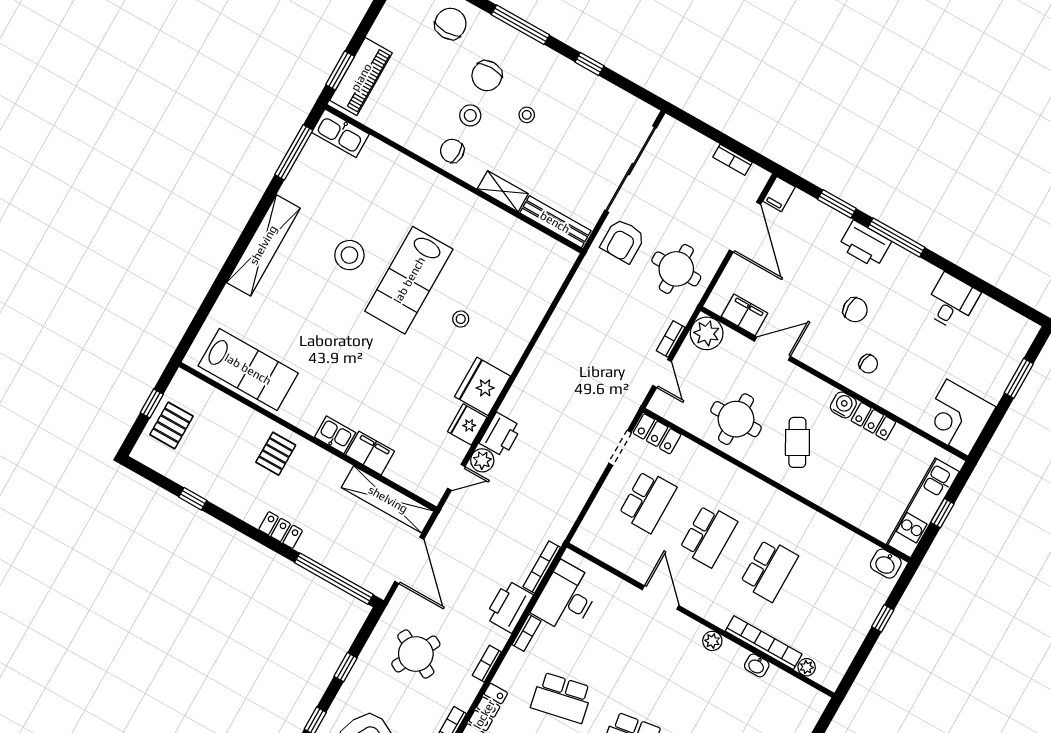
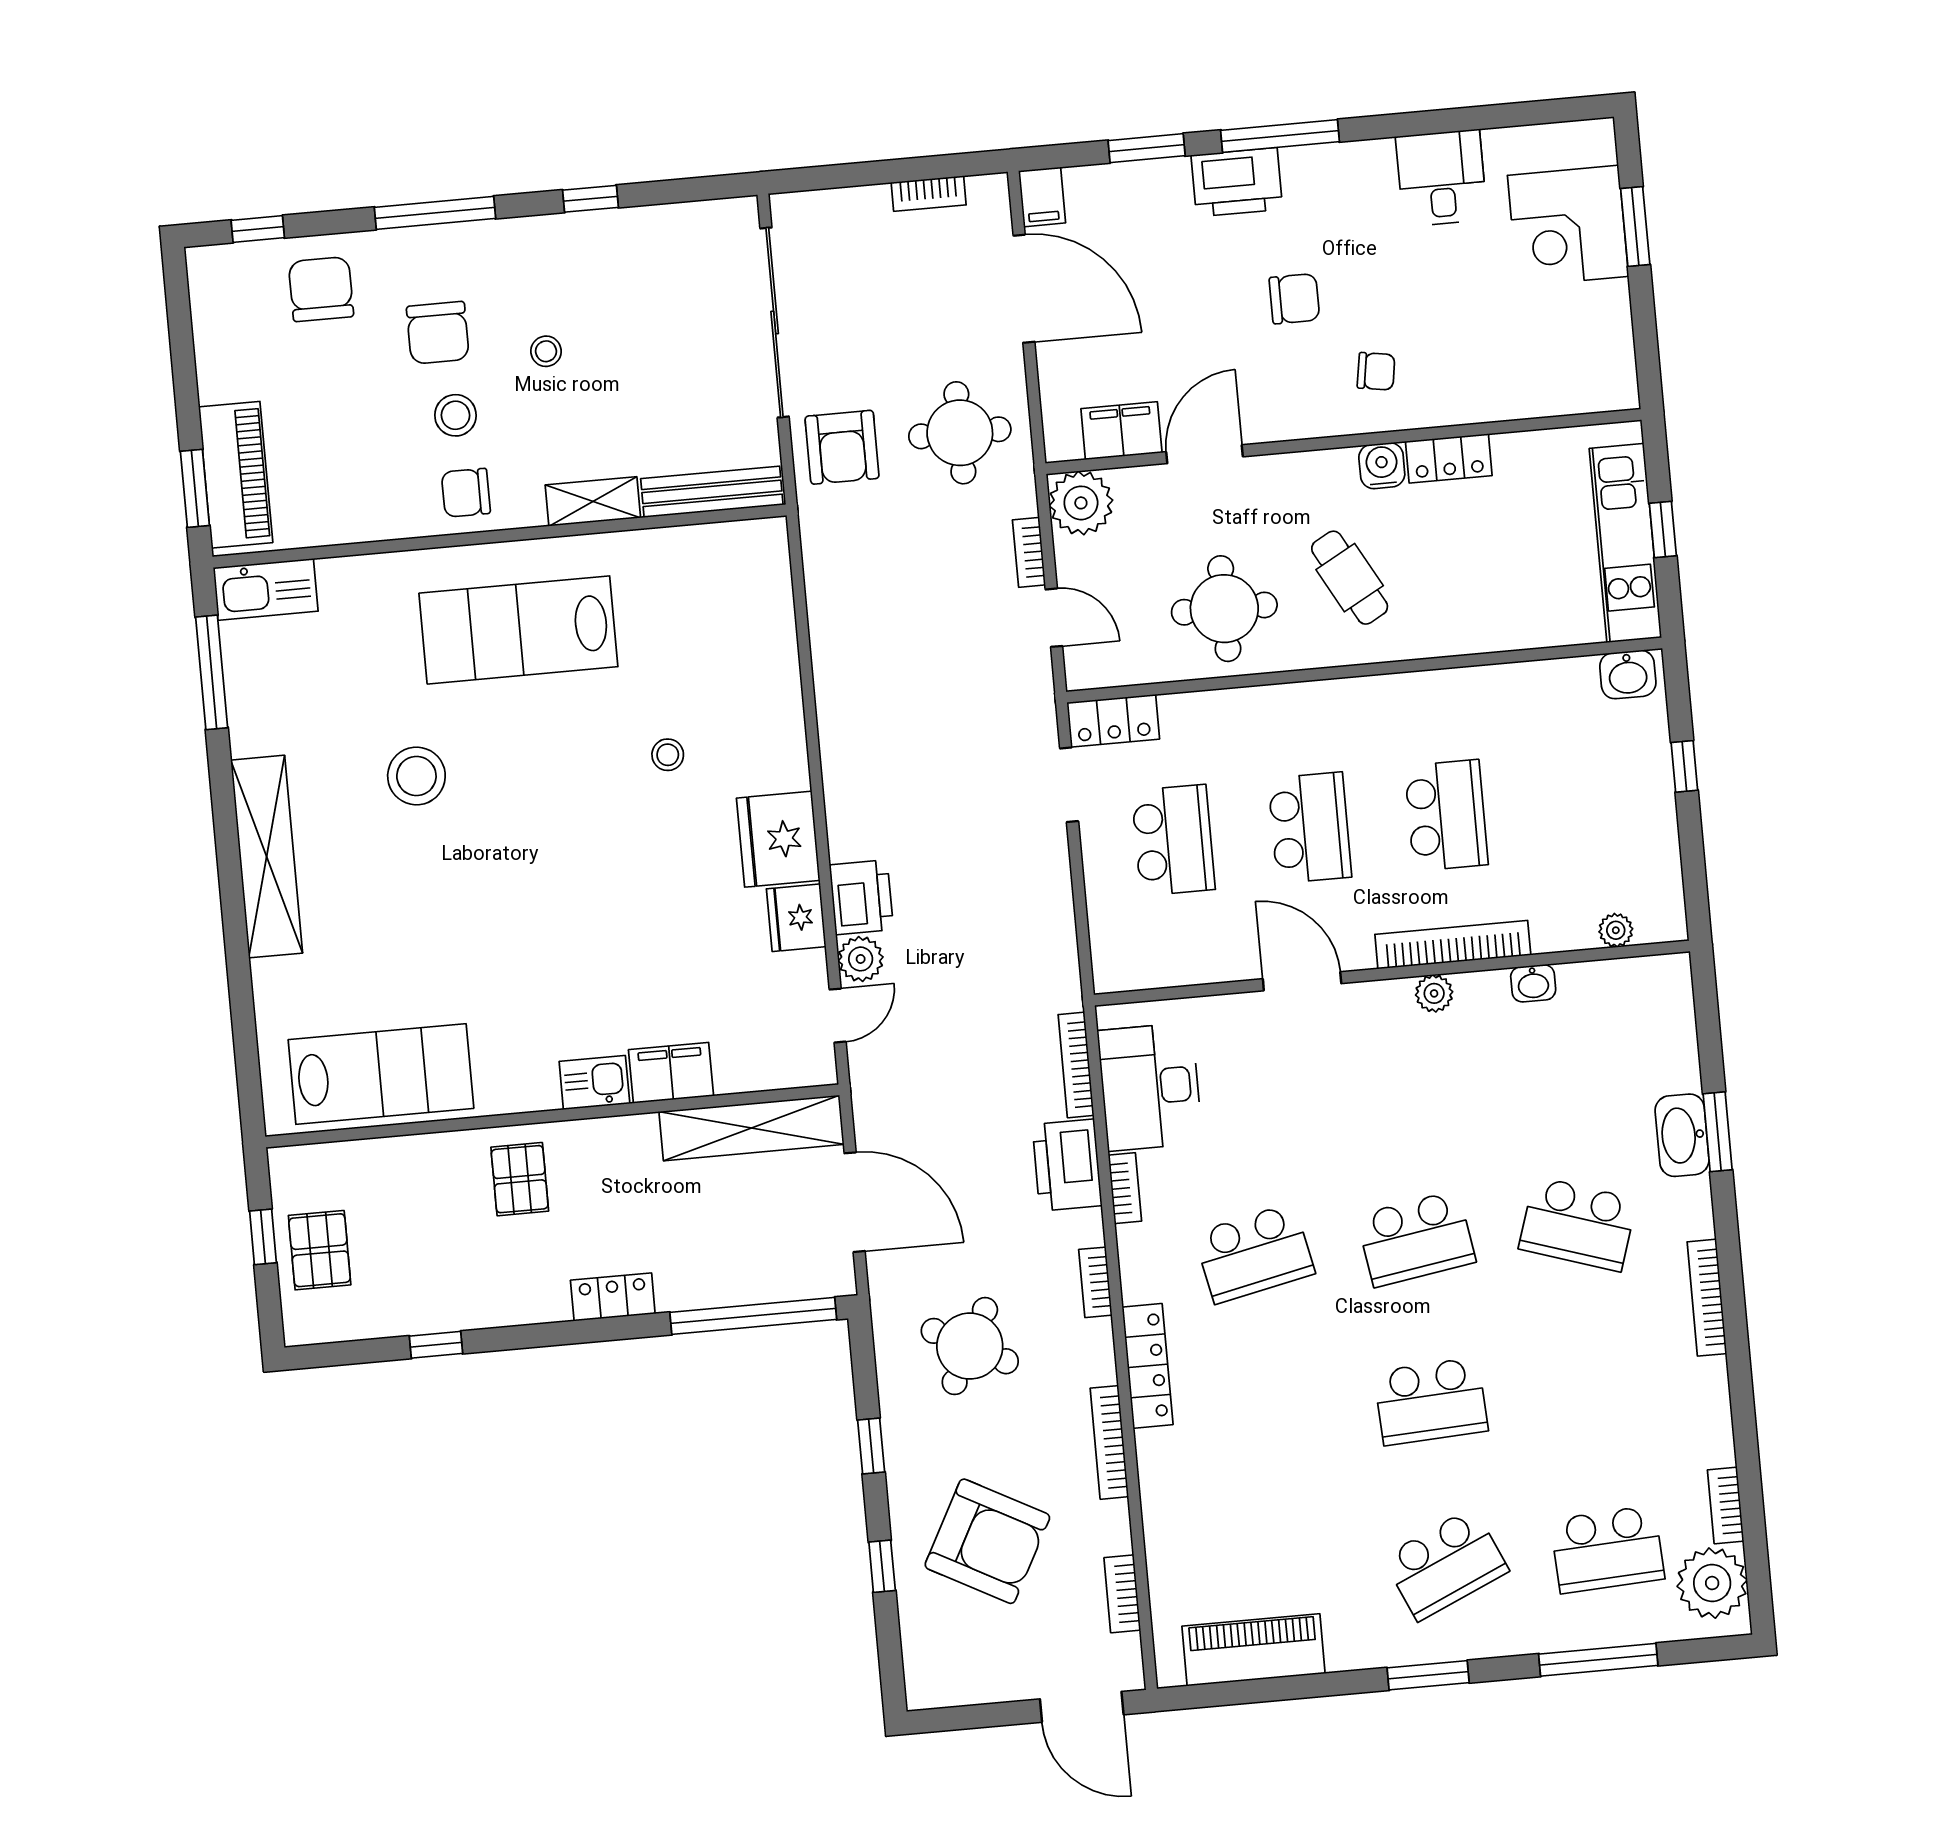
lab bench: (409, 280) -> (518, 630), moved, turned 90
corner desk: (957, 418) -> (1568, 226), moved
bookcase: (764, 643) -> (1453, 945), moved

